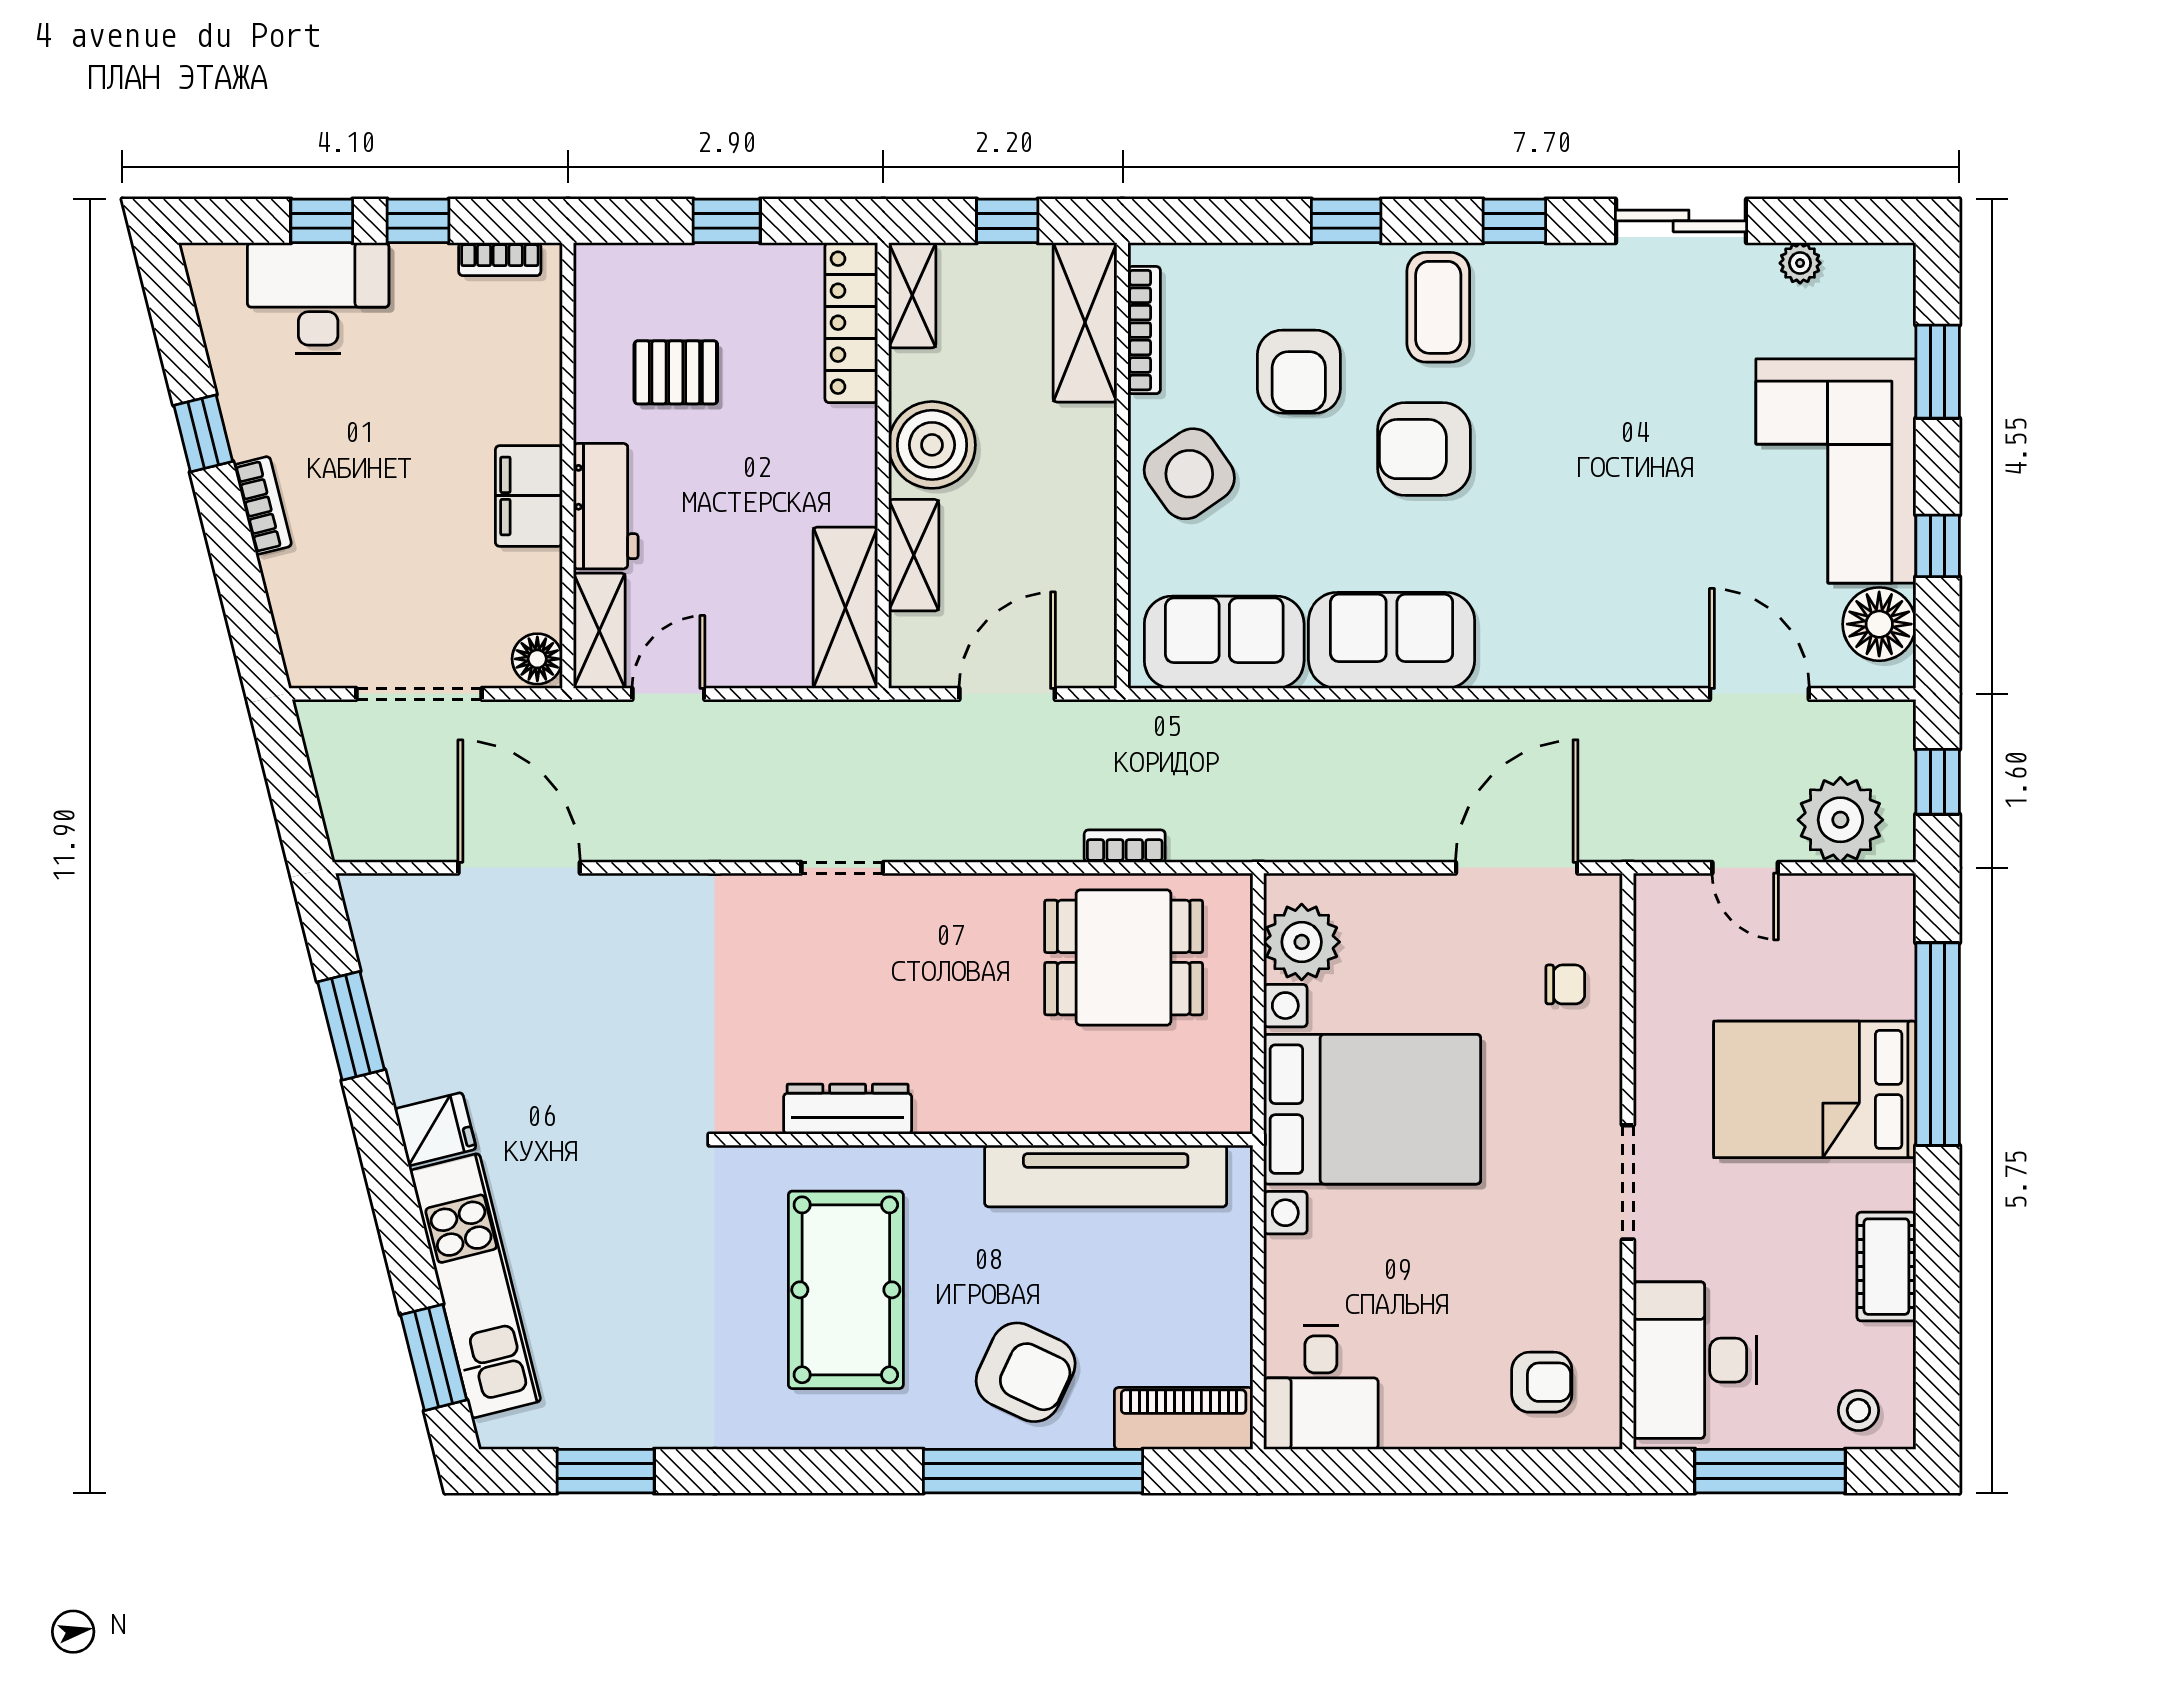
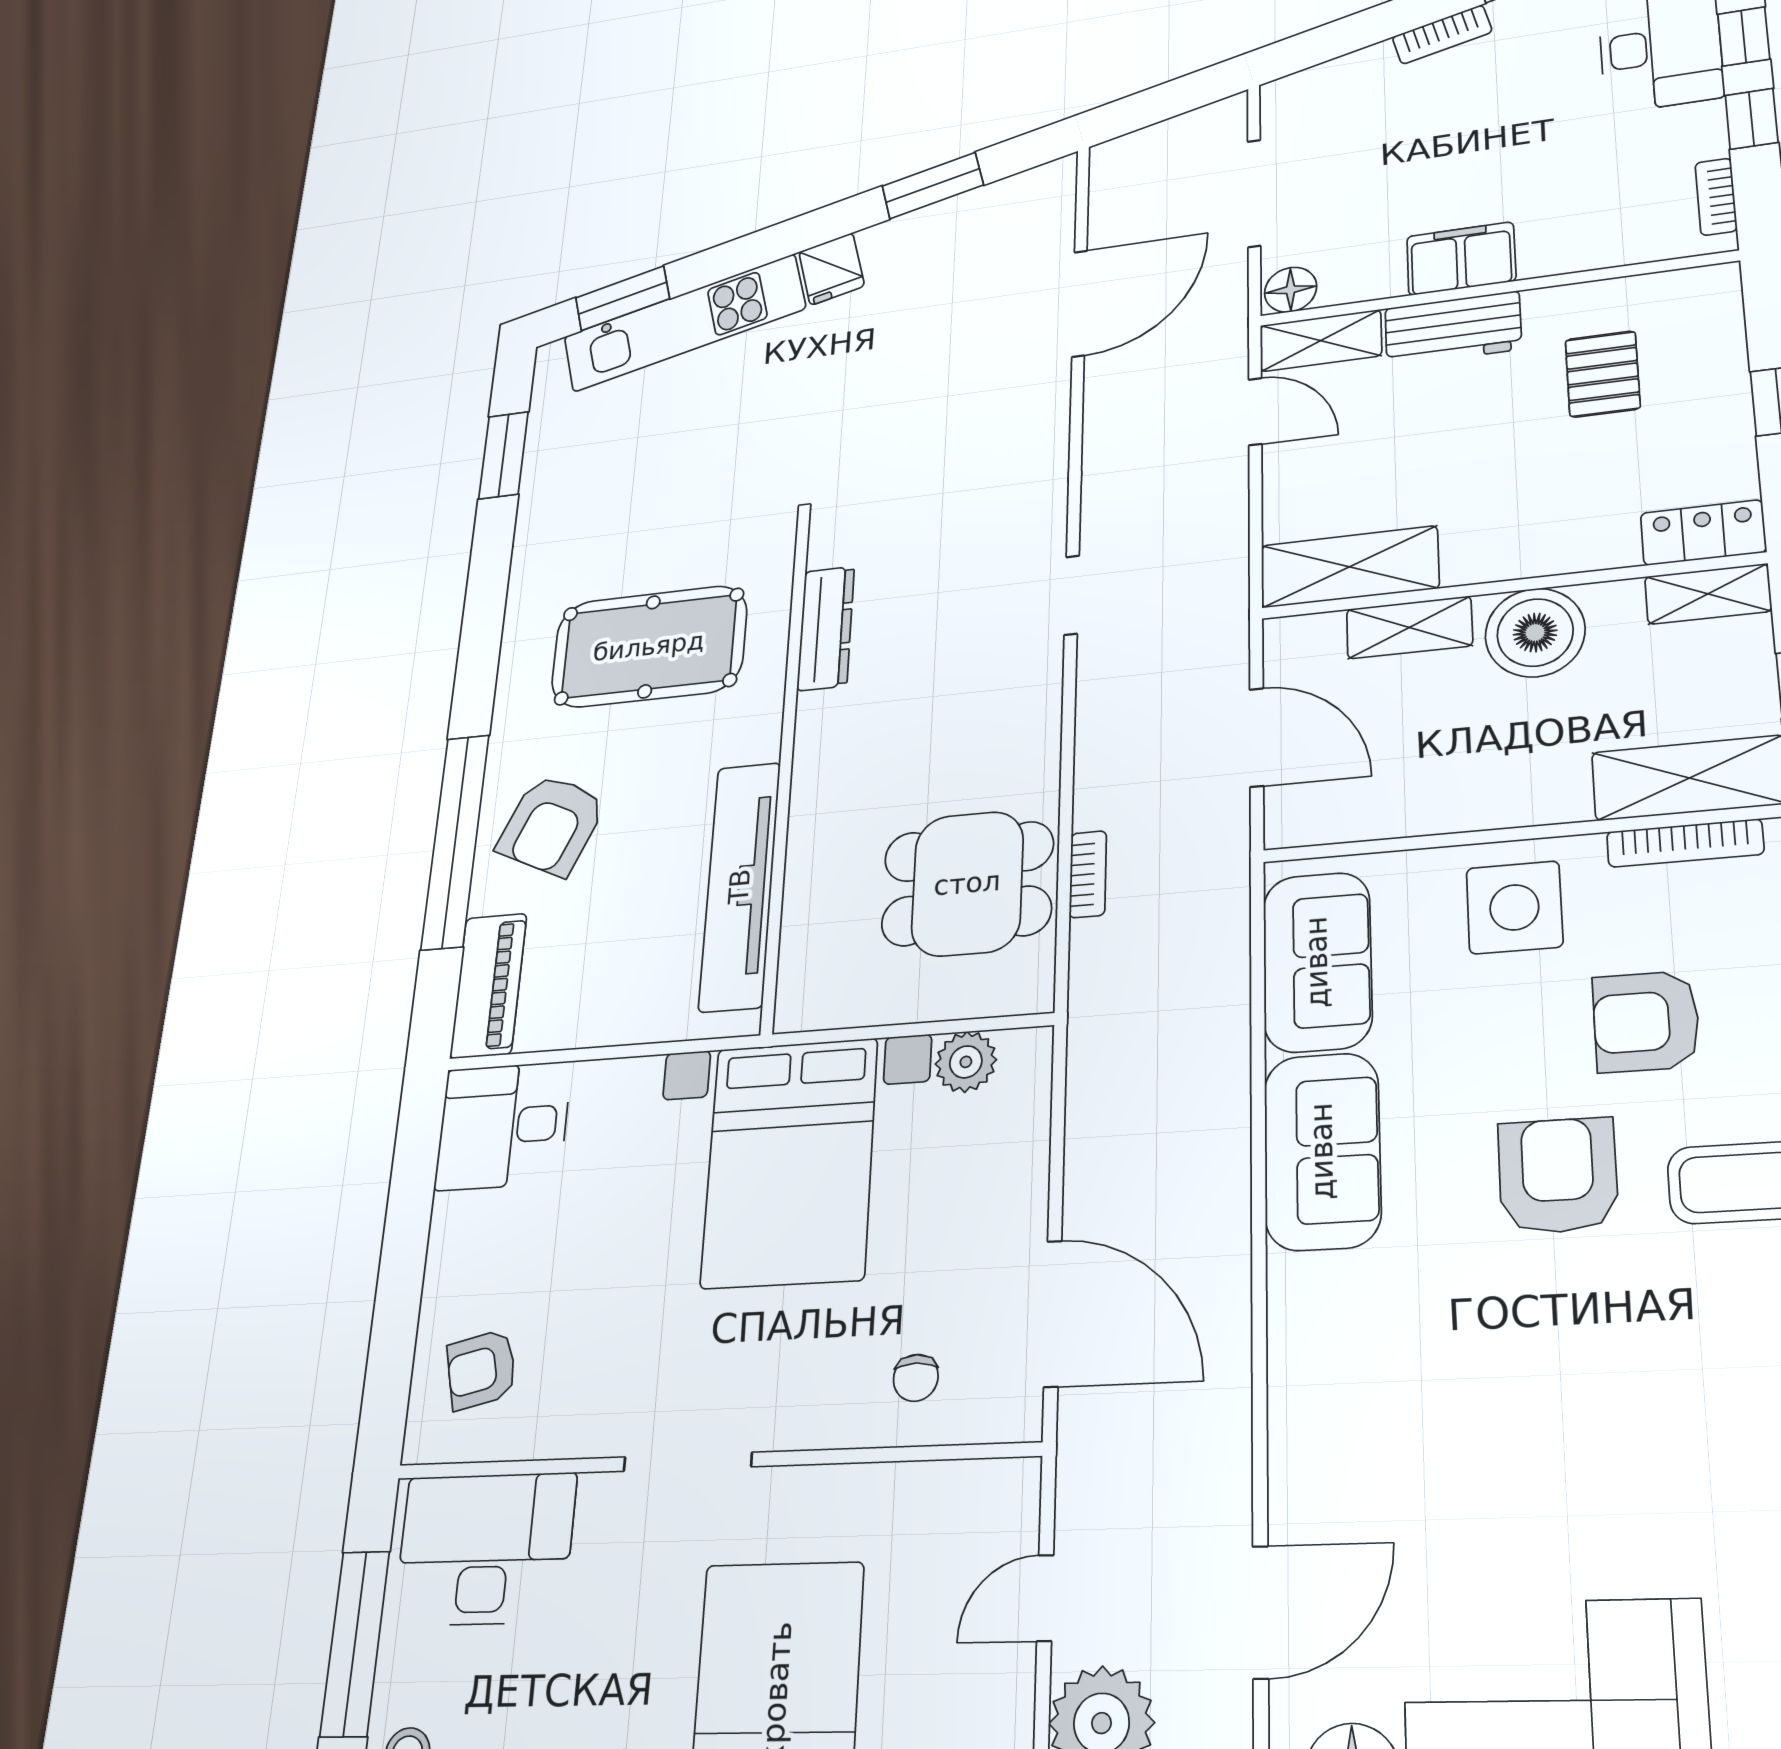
locker: (851, 323) -> (1703, 533), width x0.66
side table: (1189, 474) -> (1514, 907), turned 35
plant: (1302, 942) -> (966, 1062), width x0.73, depth x0.73
dining table: (1124, 957) -> (967, 884), turned 90
armchair: (1542, 1382) -> (481, 1370), turned 77

